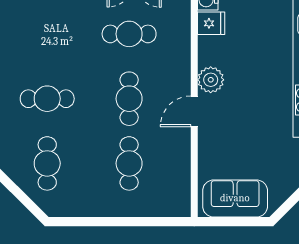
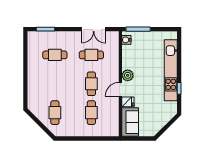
fridge: (211, 23) -> (128, 102), moved
cafe table: (47, 99) -> (55, 55), moved
sofa: (235, 198) -> (130, 122), moved, turned 90

